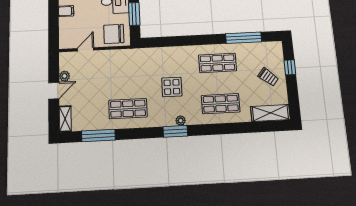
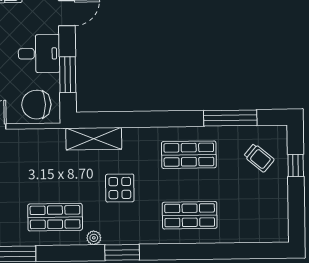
trolley: (268, 77) -> (259, 158), moved
shelving: (270, 113) -> (94, 139), moved
plant: (181, 121) -> (94, 238), moved

